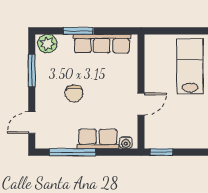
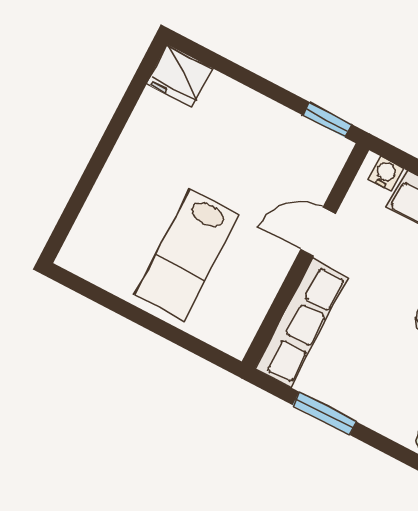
window: (78, 31) -> (324, 413), moved
row of seats: (102, 44) -> (301, 323), moved, turned 90

